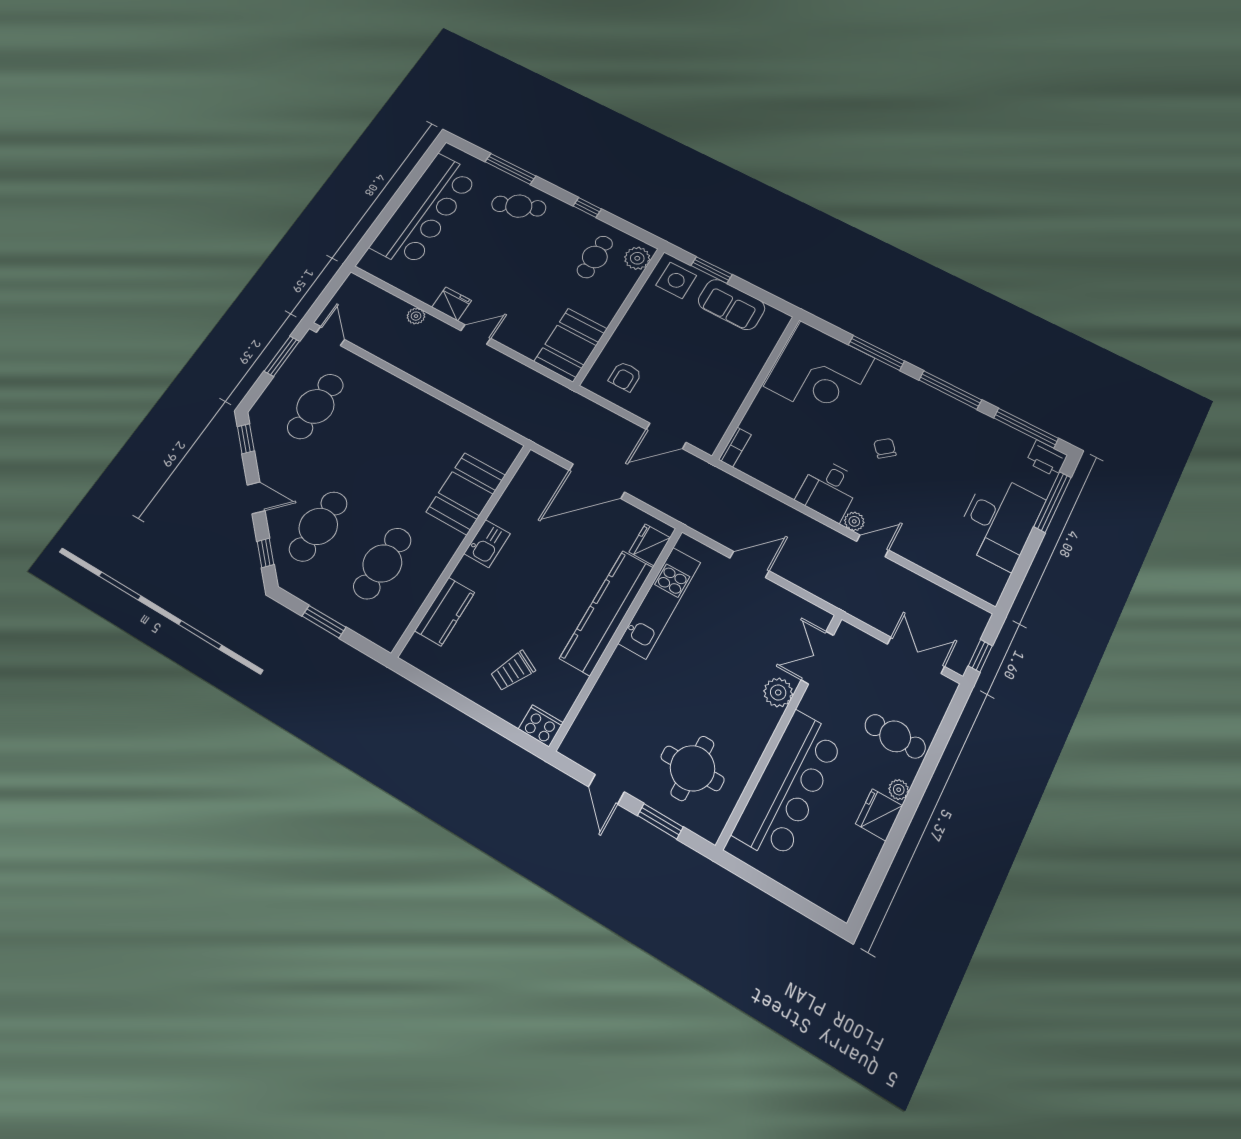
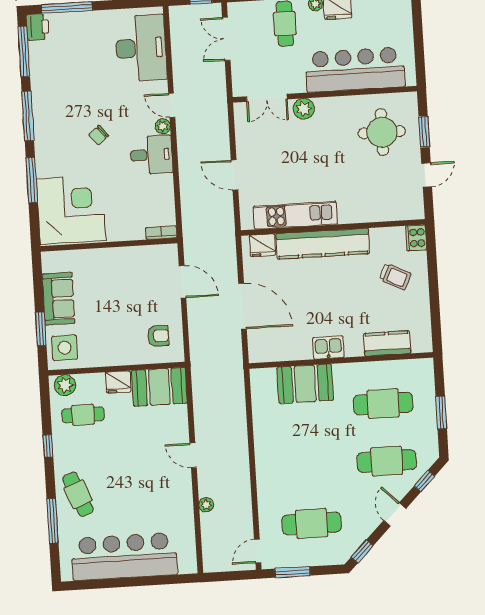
fridge: (452, 304) -> (118, 382), moved, turned -90
desk: (999, 521) -> (141, 48), moved, turned 90

